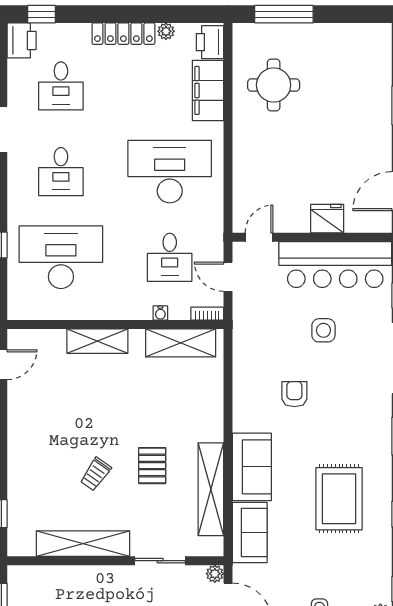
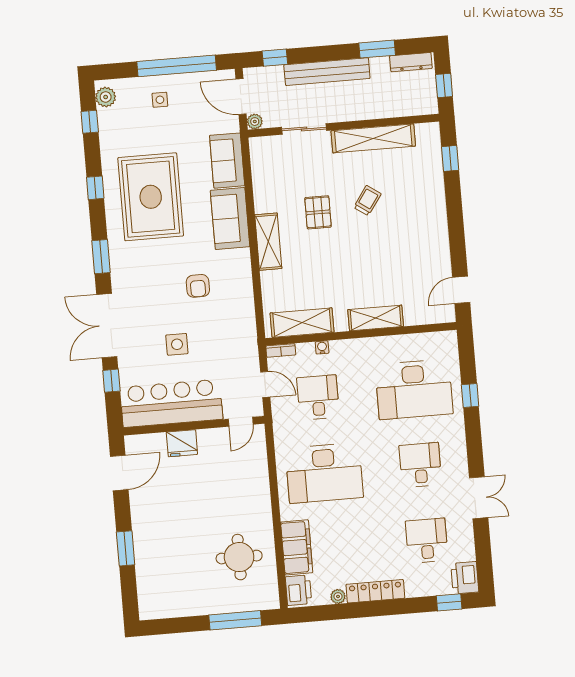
shelving: (211, 489) -> (268, 242), moved, width x0.68
rug: (339, 499) -> (151, 197), width x1.37, depth x1.44

